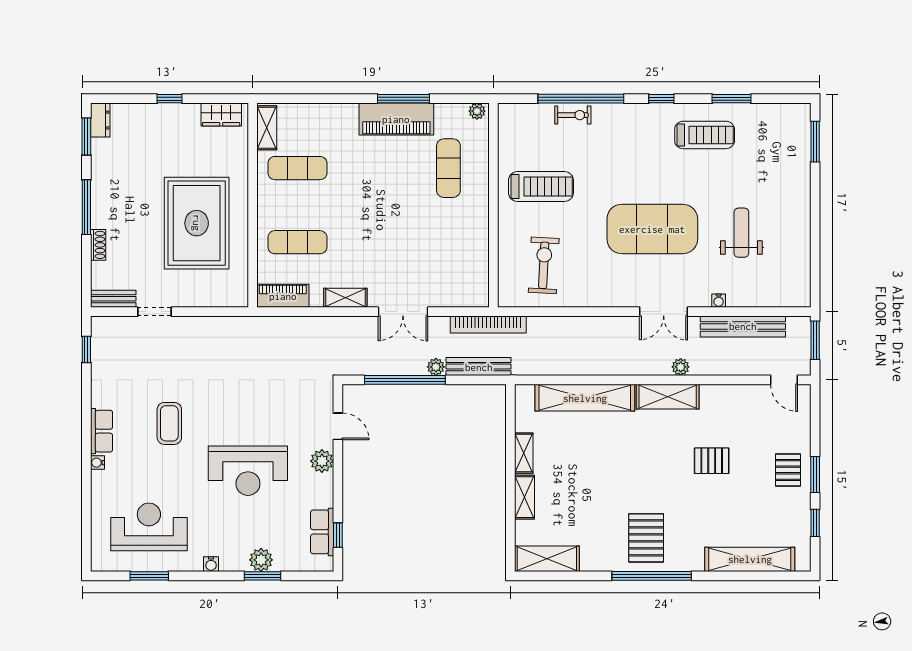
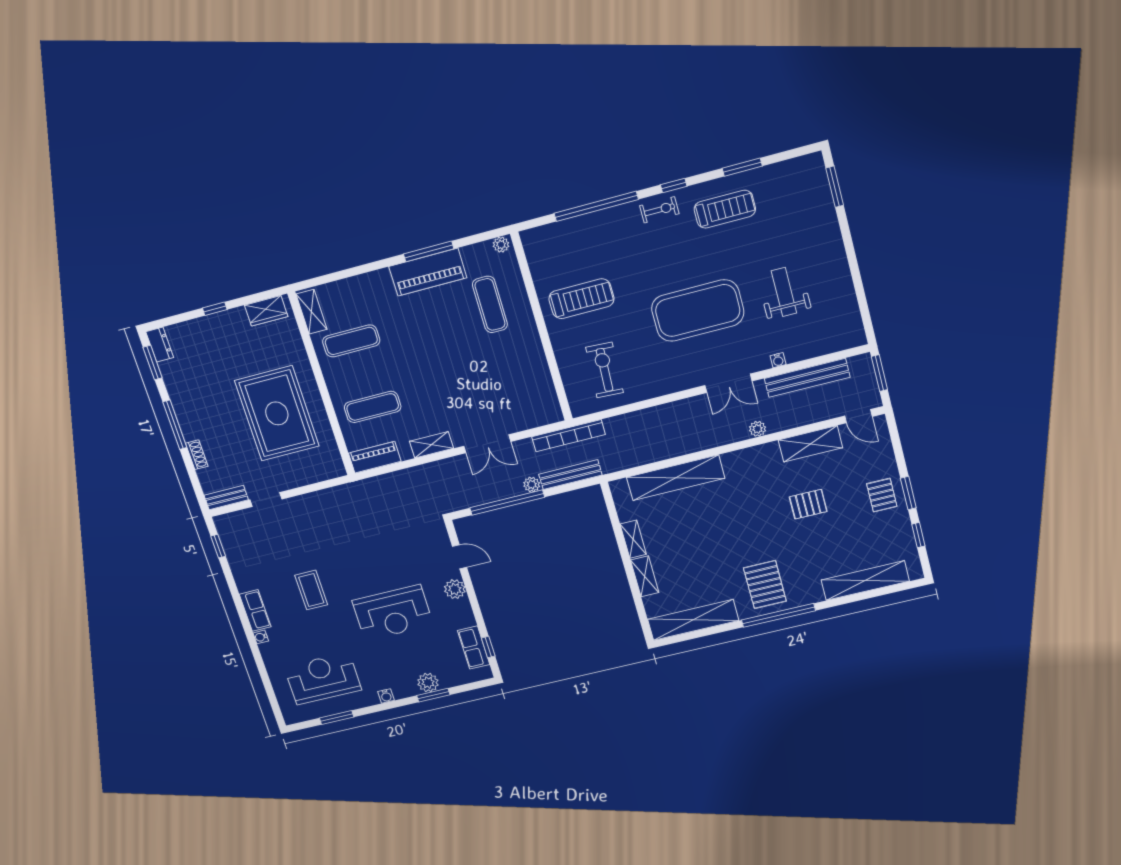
exercise bike: (573, 115) -> (659, 210), moved
shelving: (668, 397) -> (810, 444), moved
shelving: (547, 559) -> (693, 620), width x1.47

